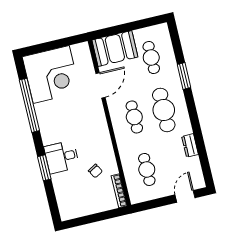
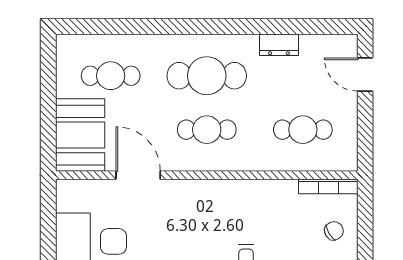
window: (184, 76) -> (156, 27), removed
chair: (95, 171) -> (334, 231), moved

